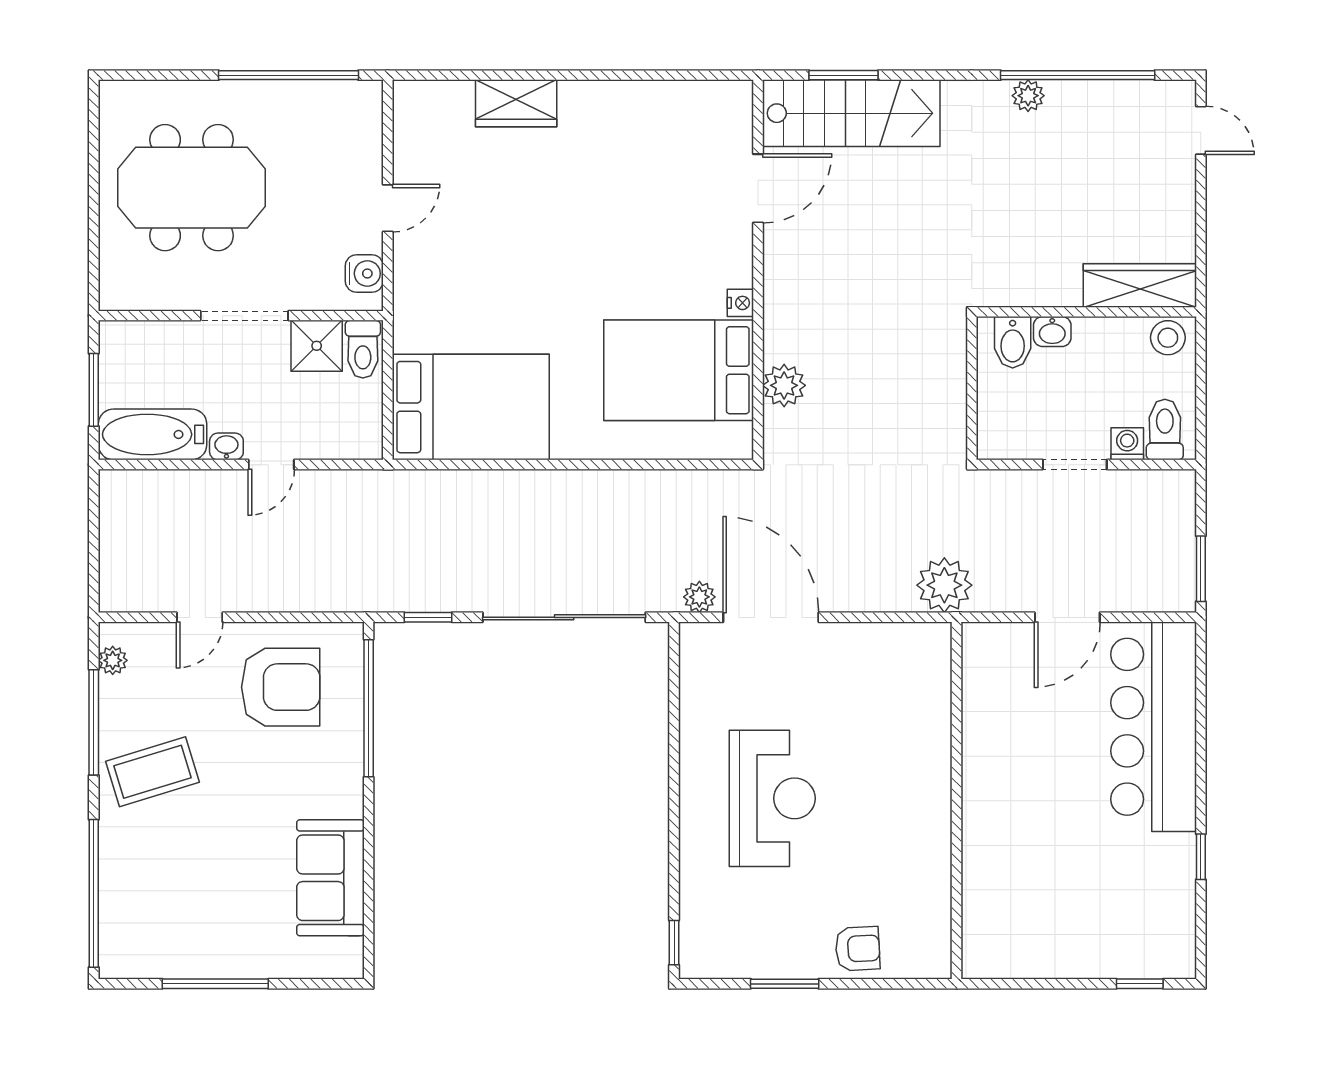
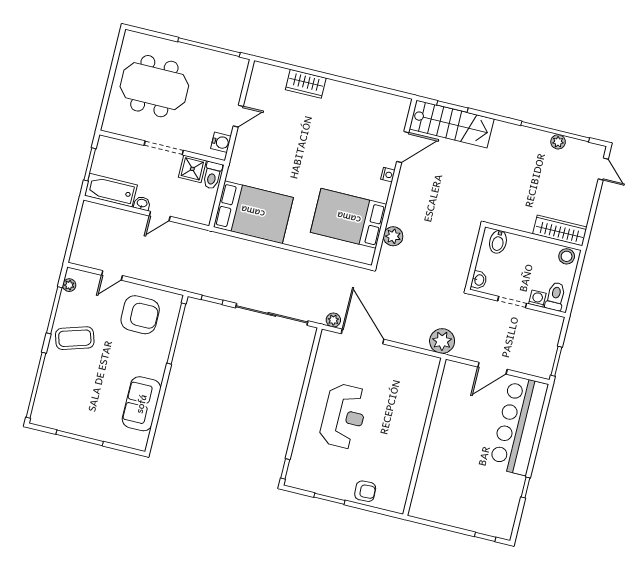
plant: (1028, 96) -> (558, 142), moved
nightstand: (740, 303) -> (388, 175), moved
washbasin: (1052, 332) -> (479, 280), moved, turned -90

